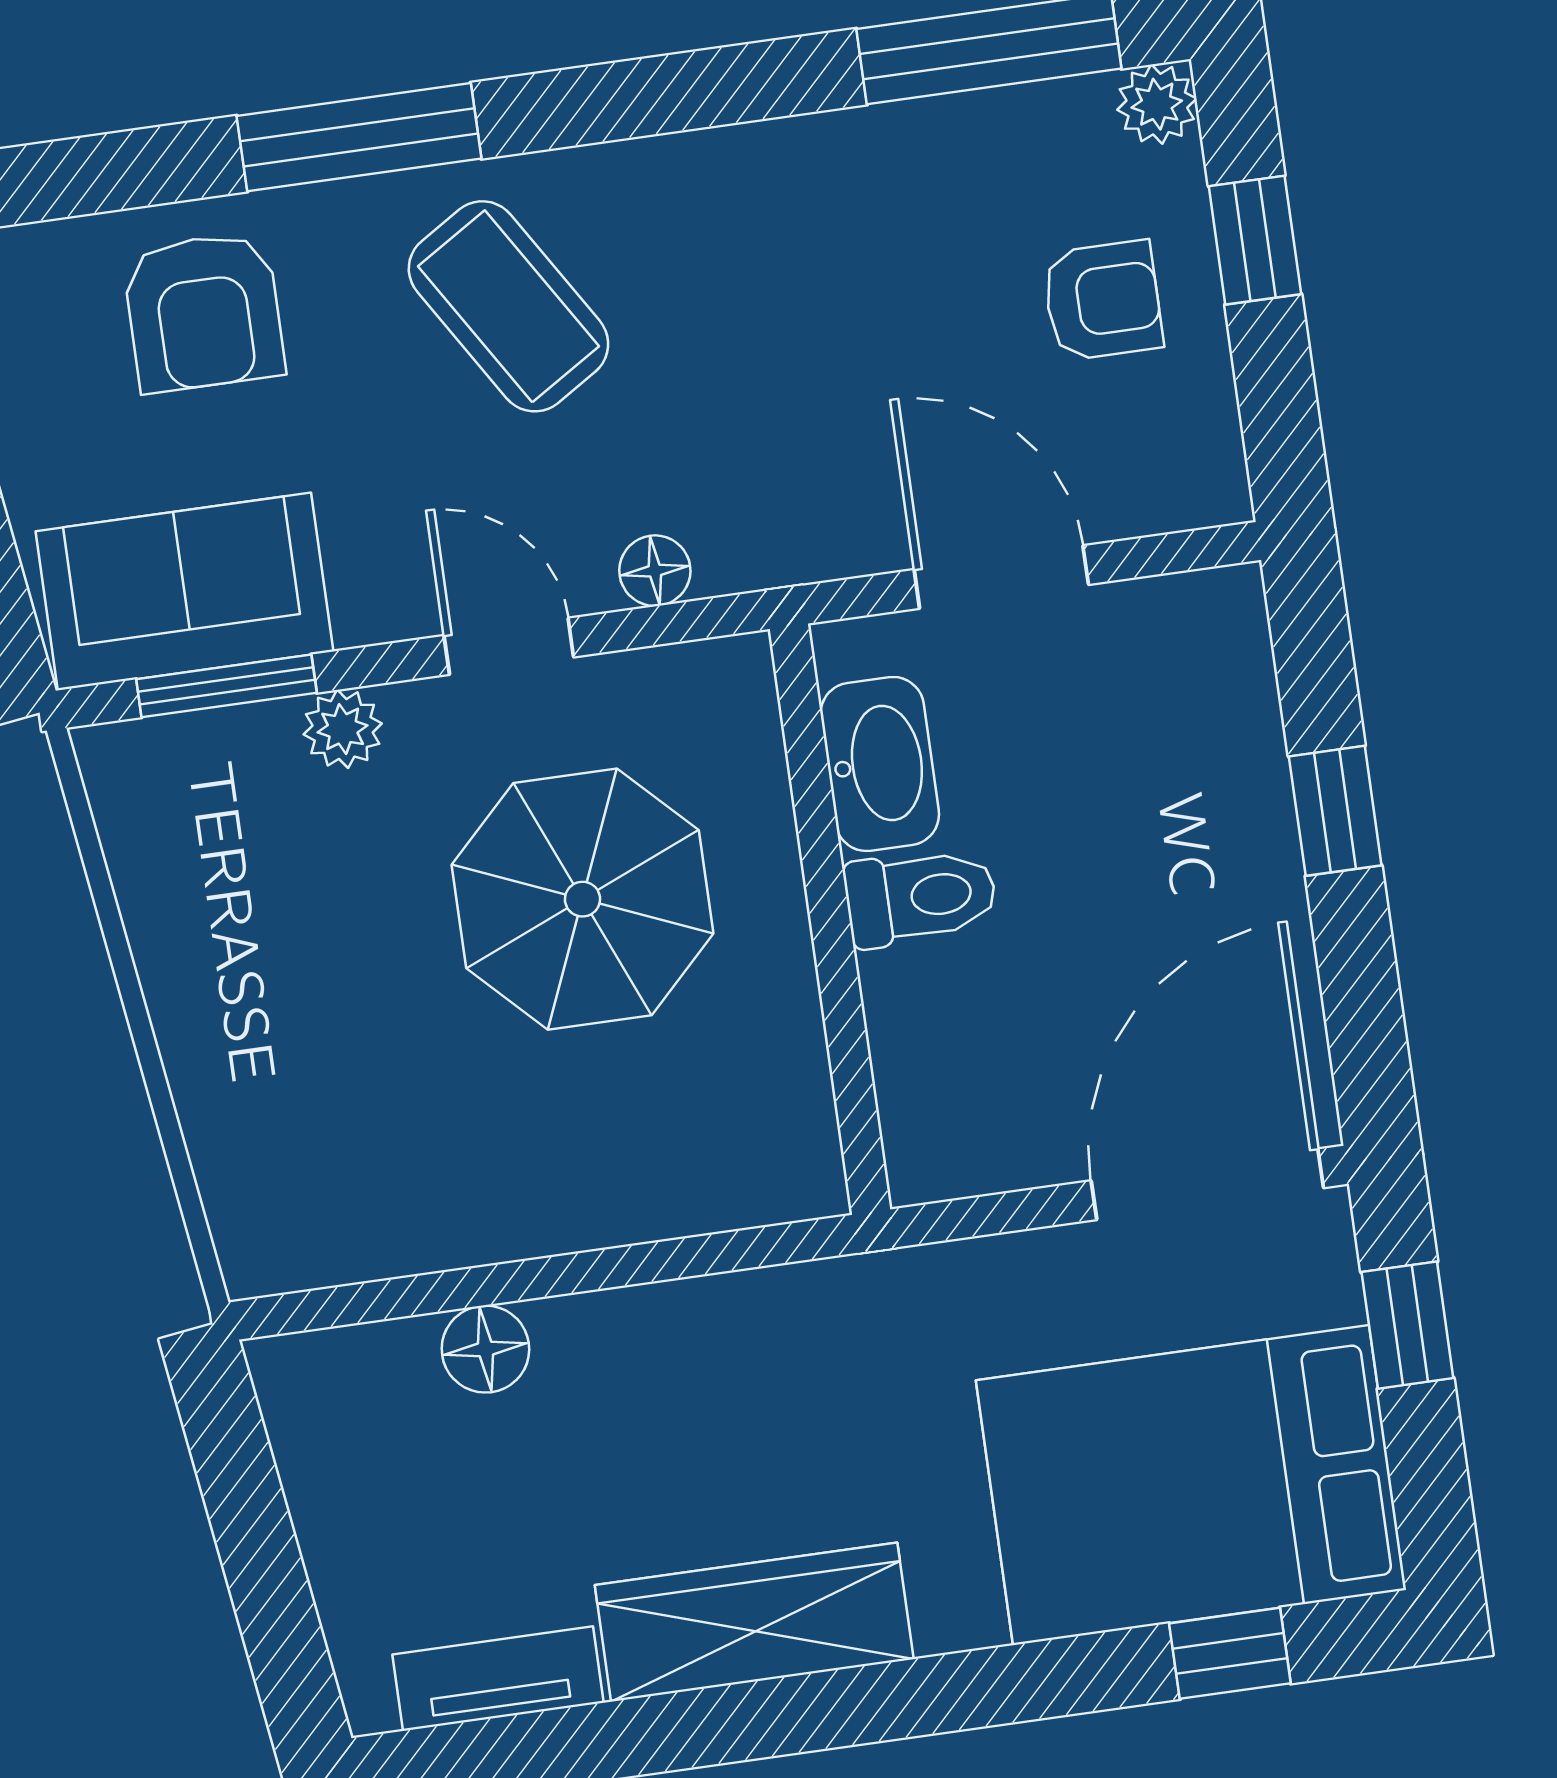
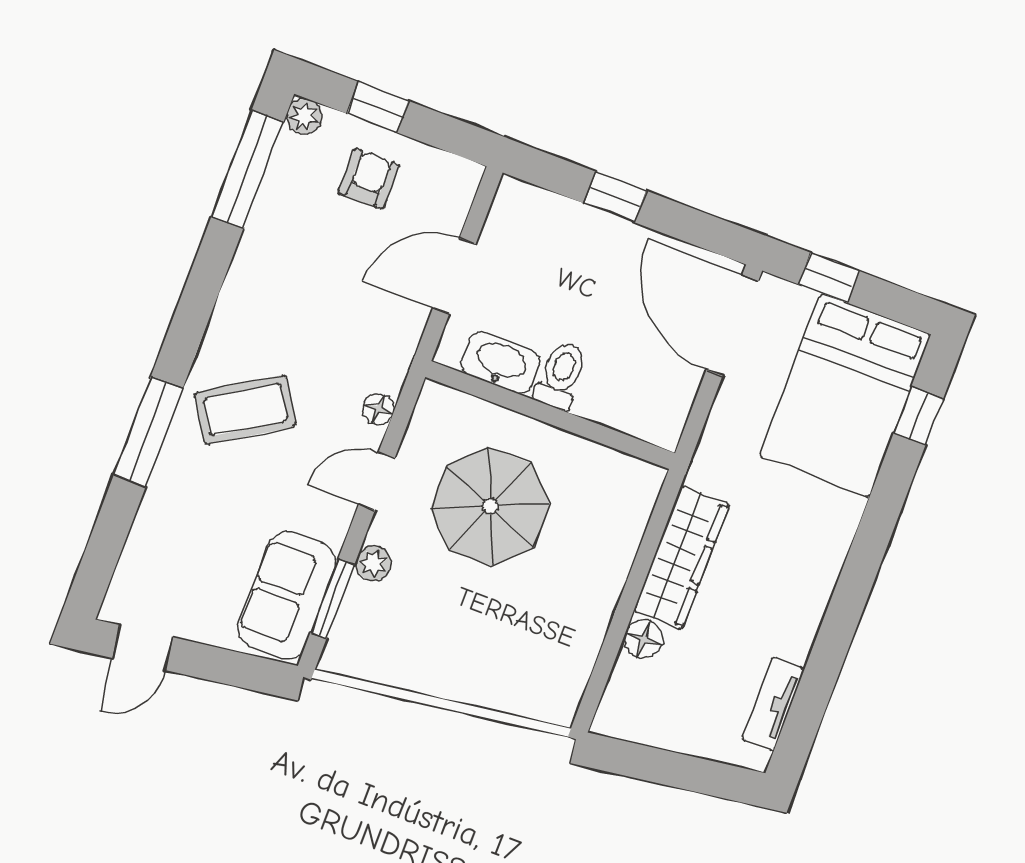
armchair: (204, 312) -> (183, 529), removed
wardrobe: (754, 1622) -> (681, 557), moved, turned 180

